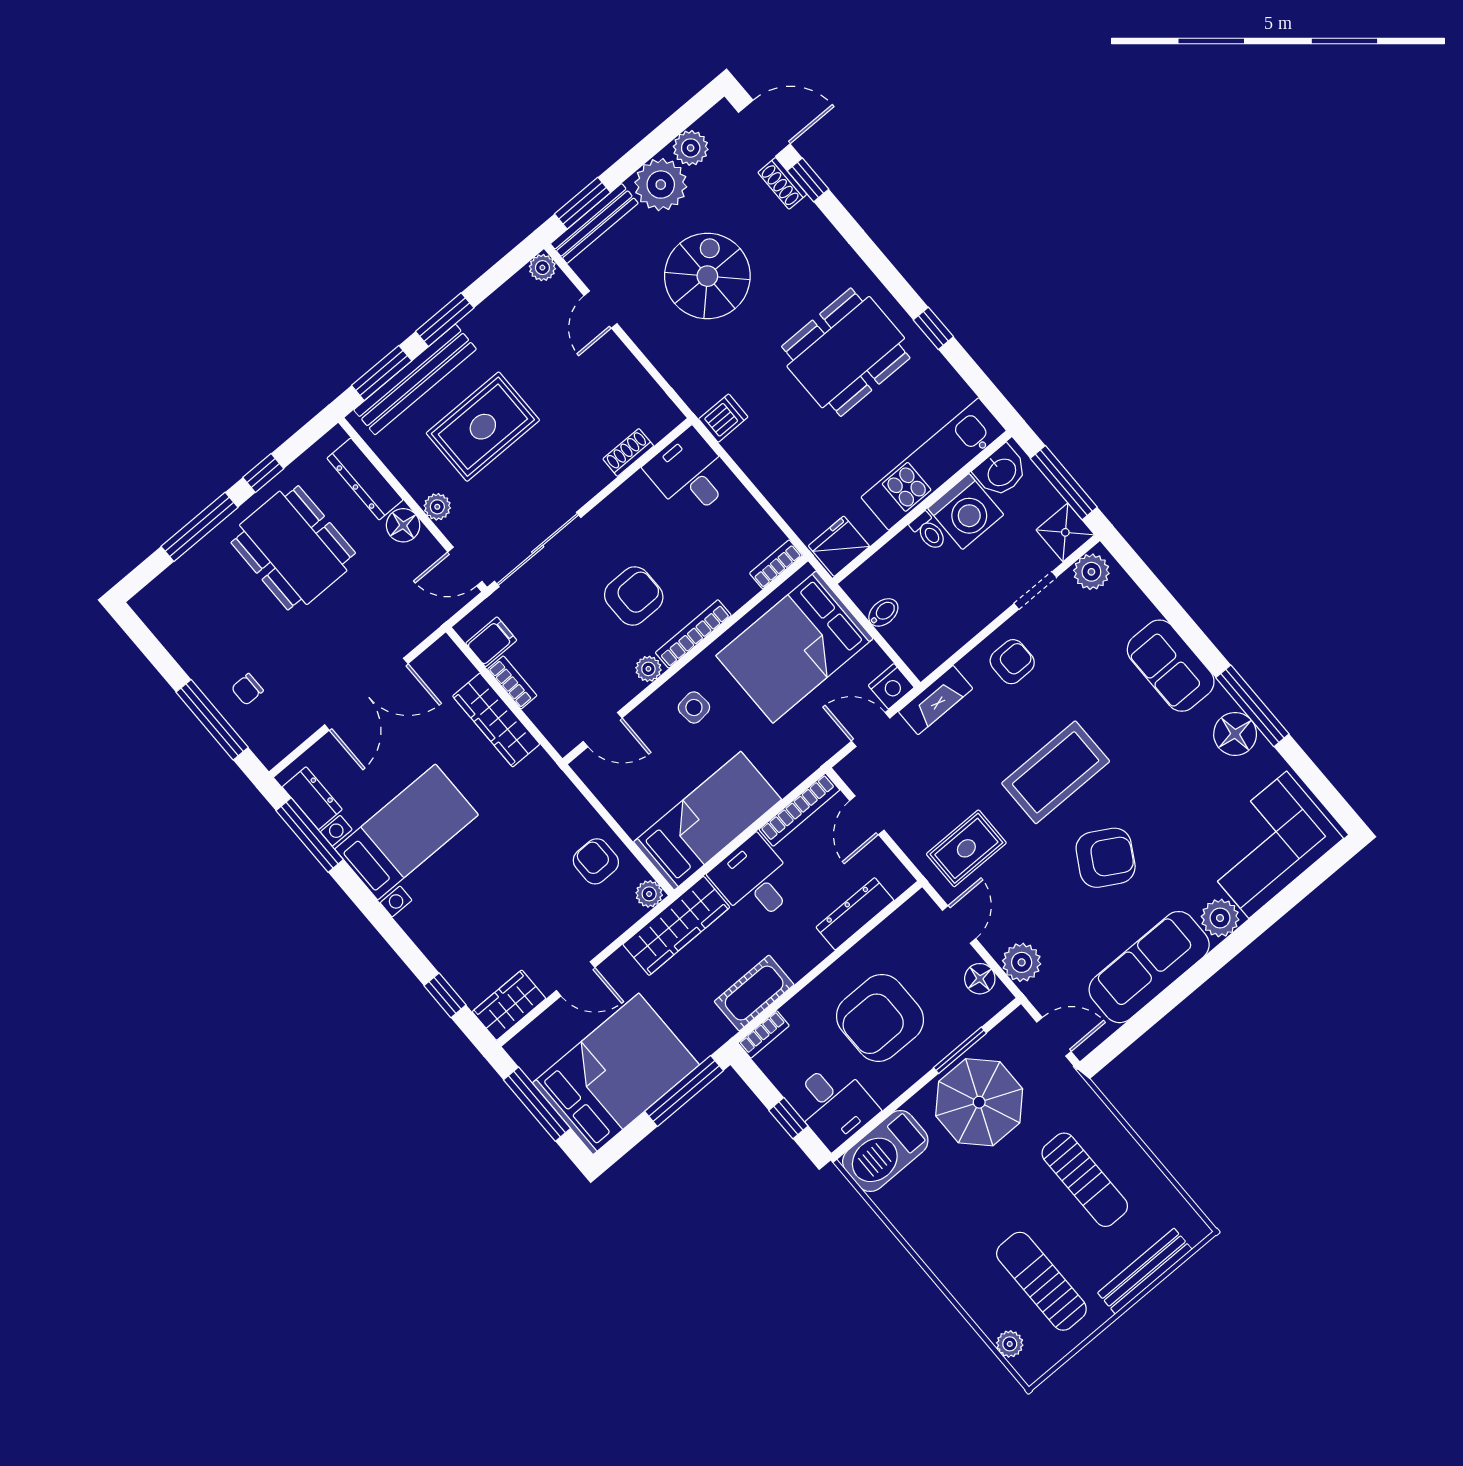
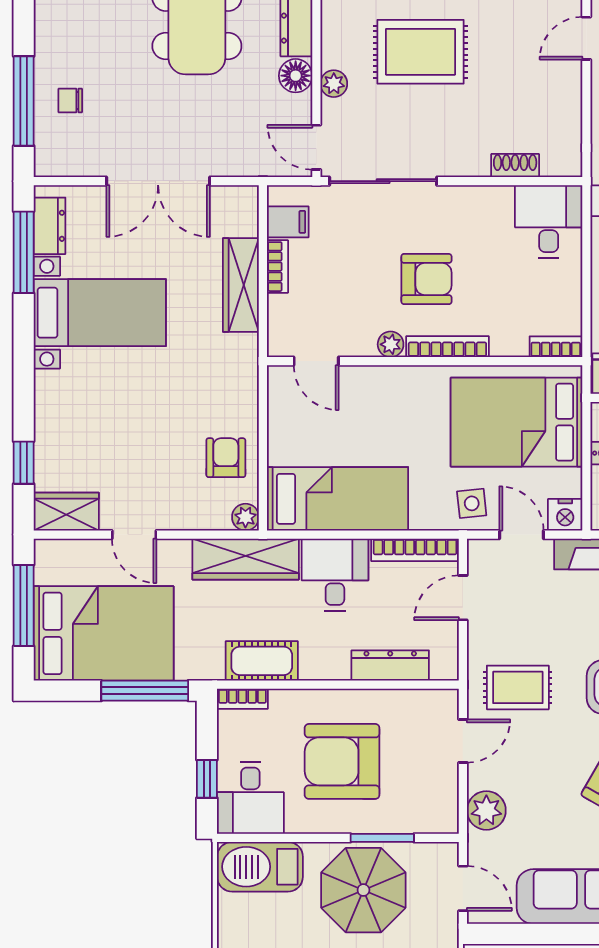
side table: (694, 707) -> (472, 503), moved
floor lamp: (980, 979) -> (444, 796), removed

